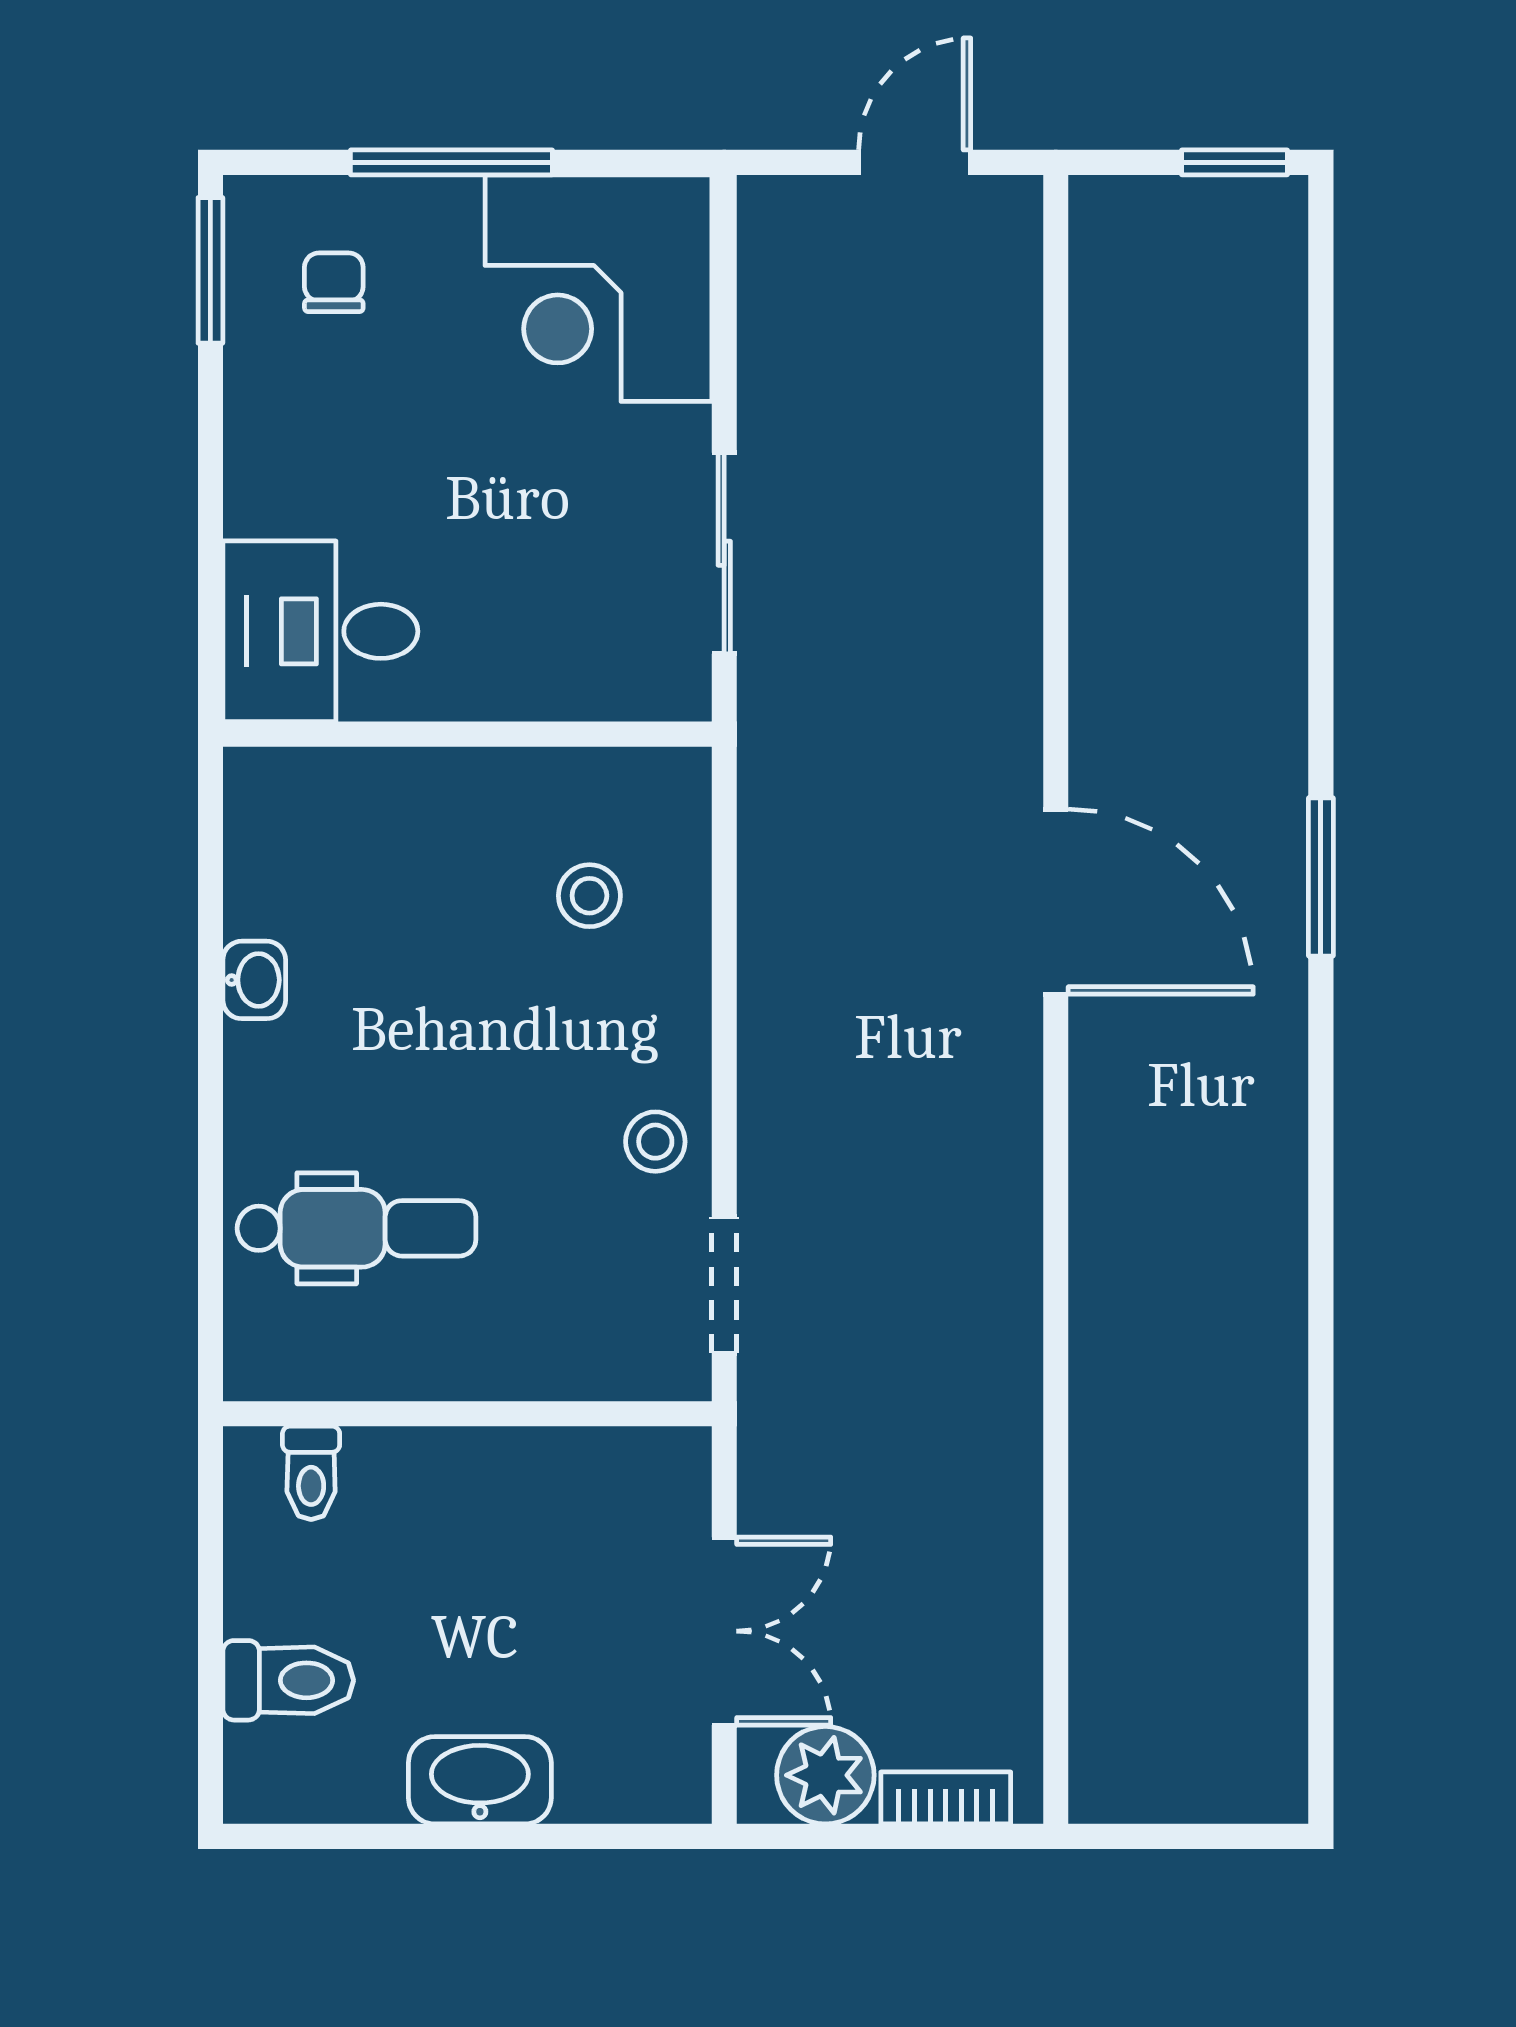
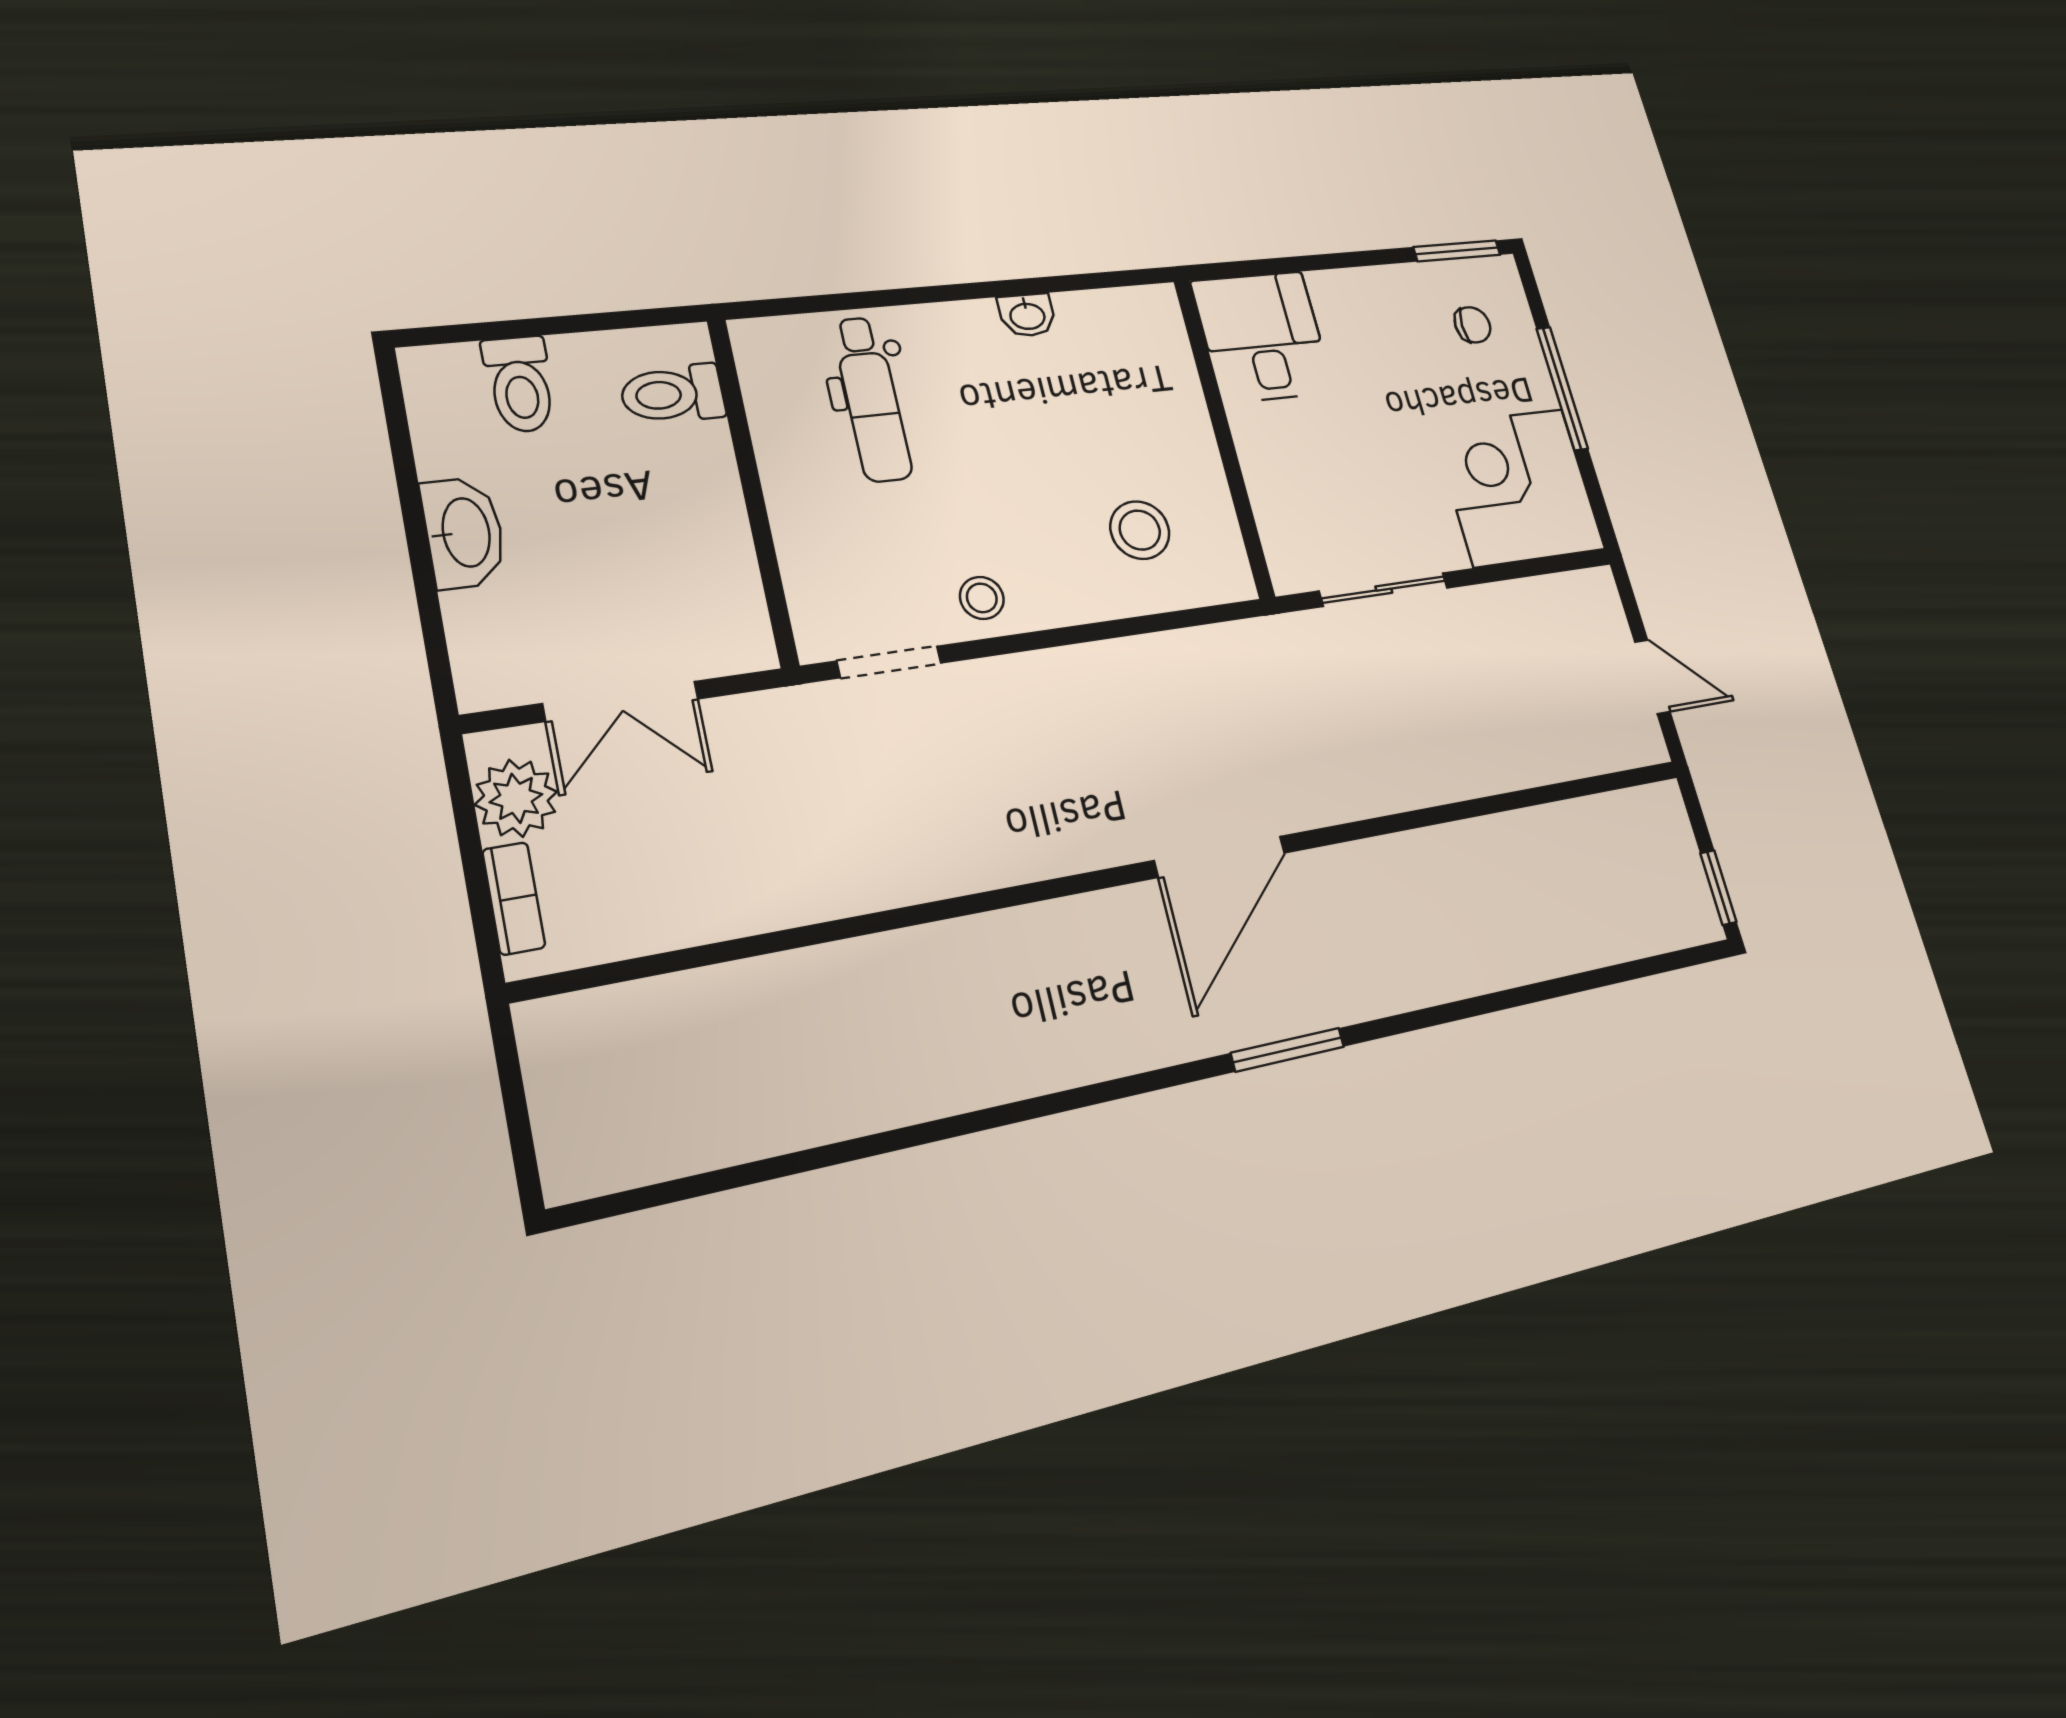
stool: (589, 896) -> (1140, 530), width x1.37, depth x1.37
toilet: (311, 1473) -> (672, 394), width x1.37, depth x1.39

